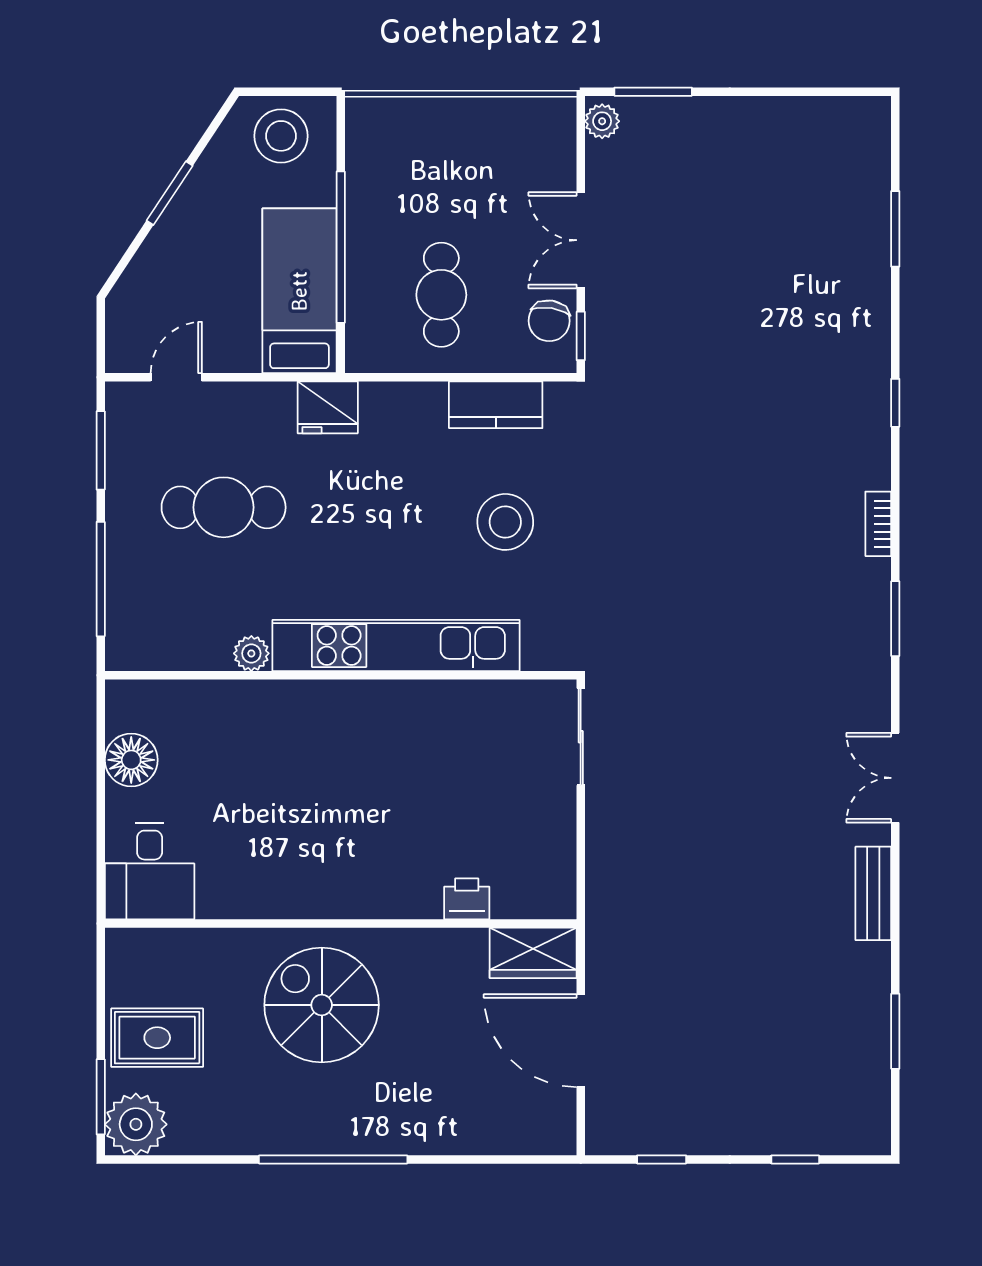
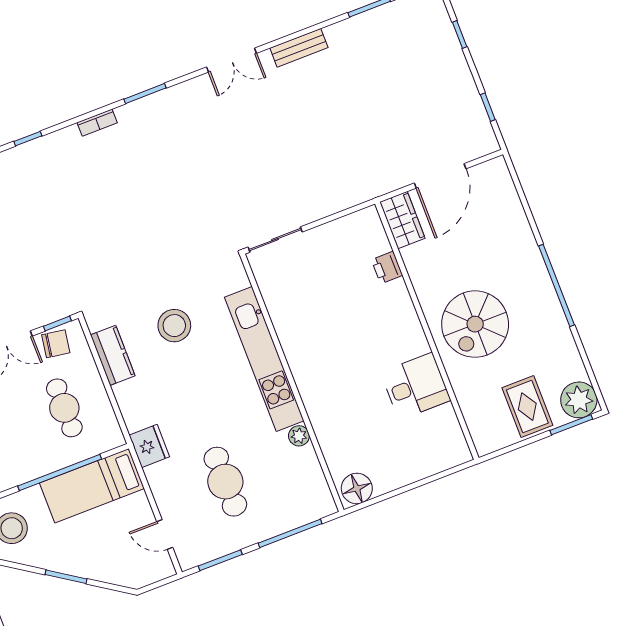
cafe table: (441, 295) -> (64, 408), turned 90
floor lamp: (131, 760) -> (357, 488), moved
desk: (150, 871) -> (416, 386), moved

